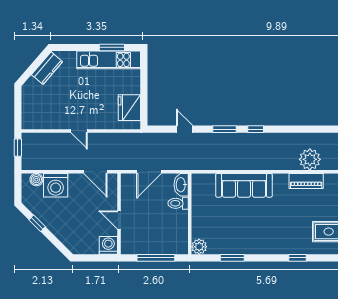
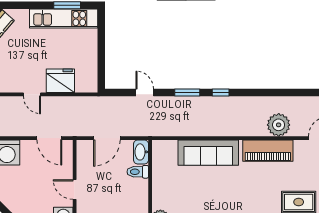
fridge: (129, 108) -> (60, 81), moved, turned 90
piano: (306, 181) -> (268, 151), width x1.37, depth x1.33

